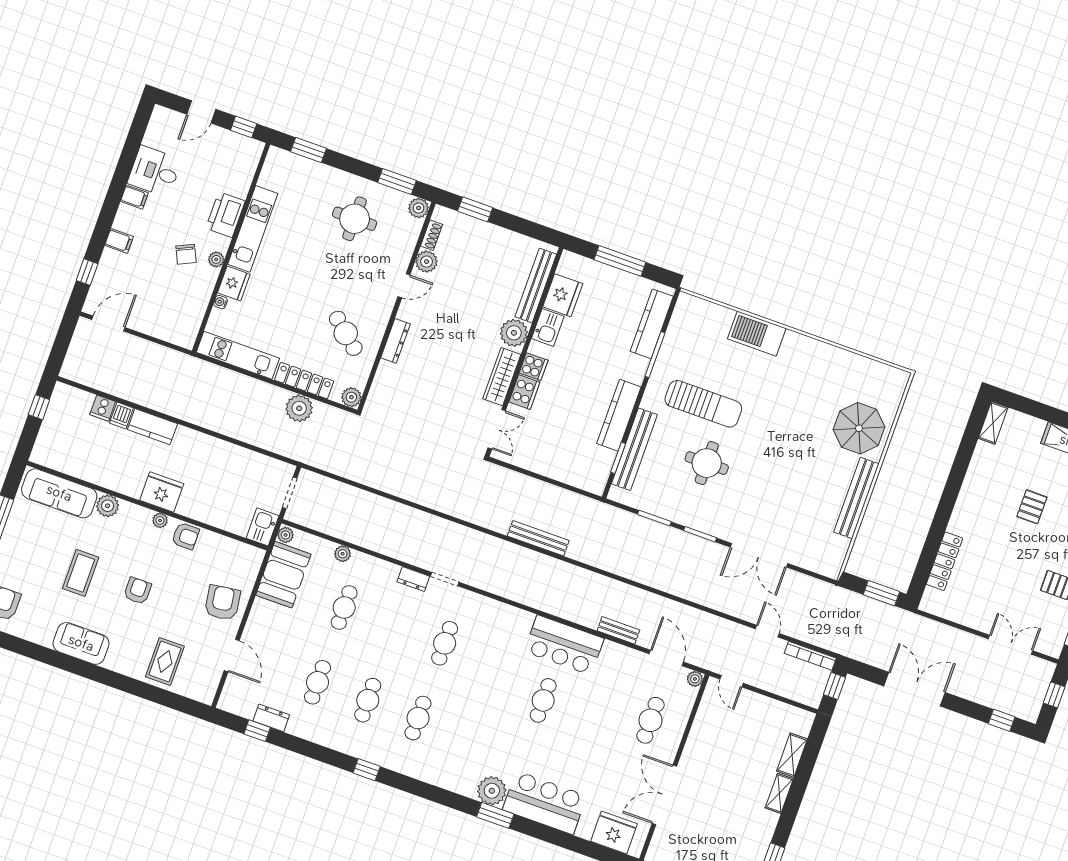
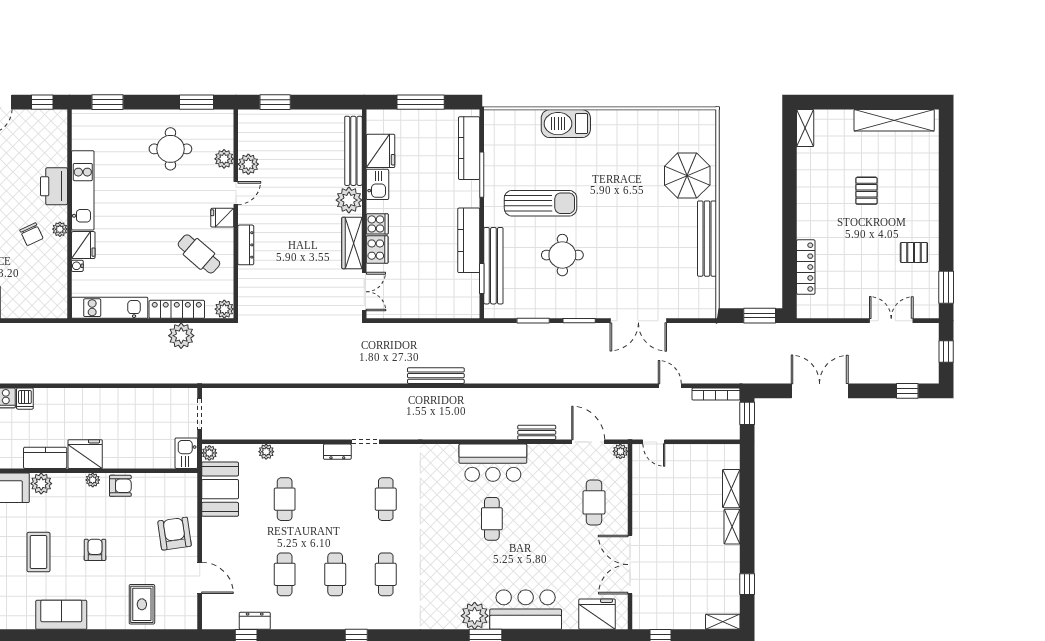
plant: (419, 208) -> (224, 159), moved
shoe rack: (431, 235) -> (244, 139), removed
fridge: (382, 306) -> (222, 218), added
kitchen counter: (152, 427) -> (45, 458), moved, turned 180

